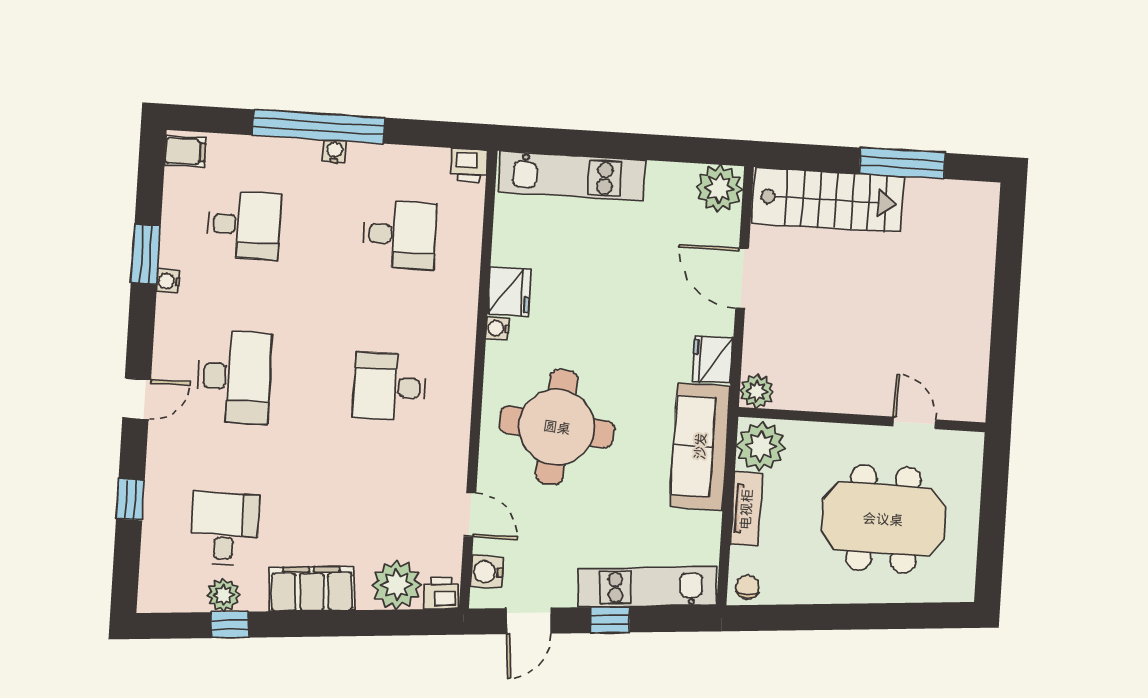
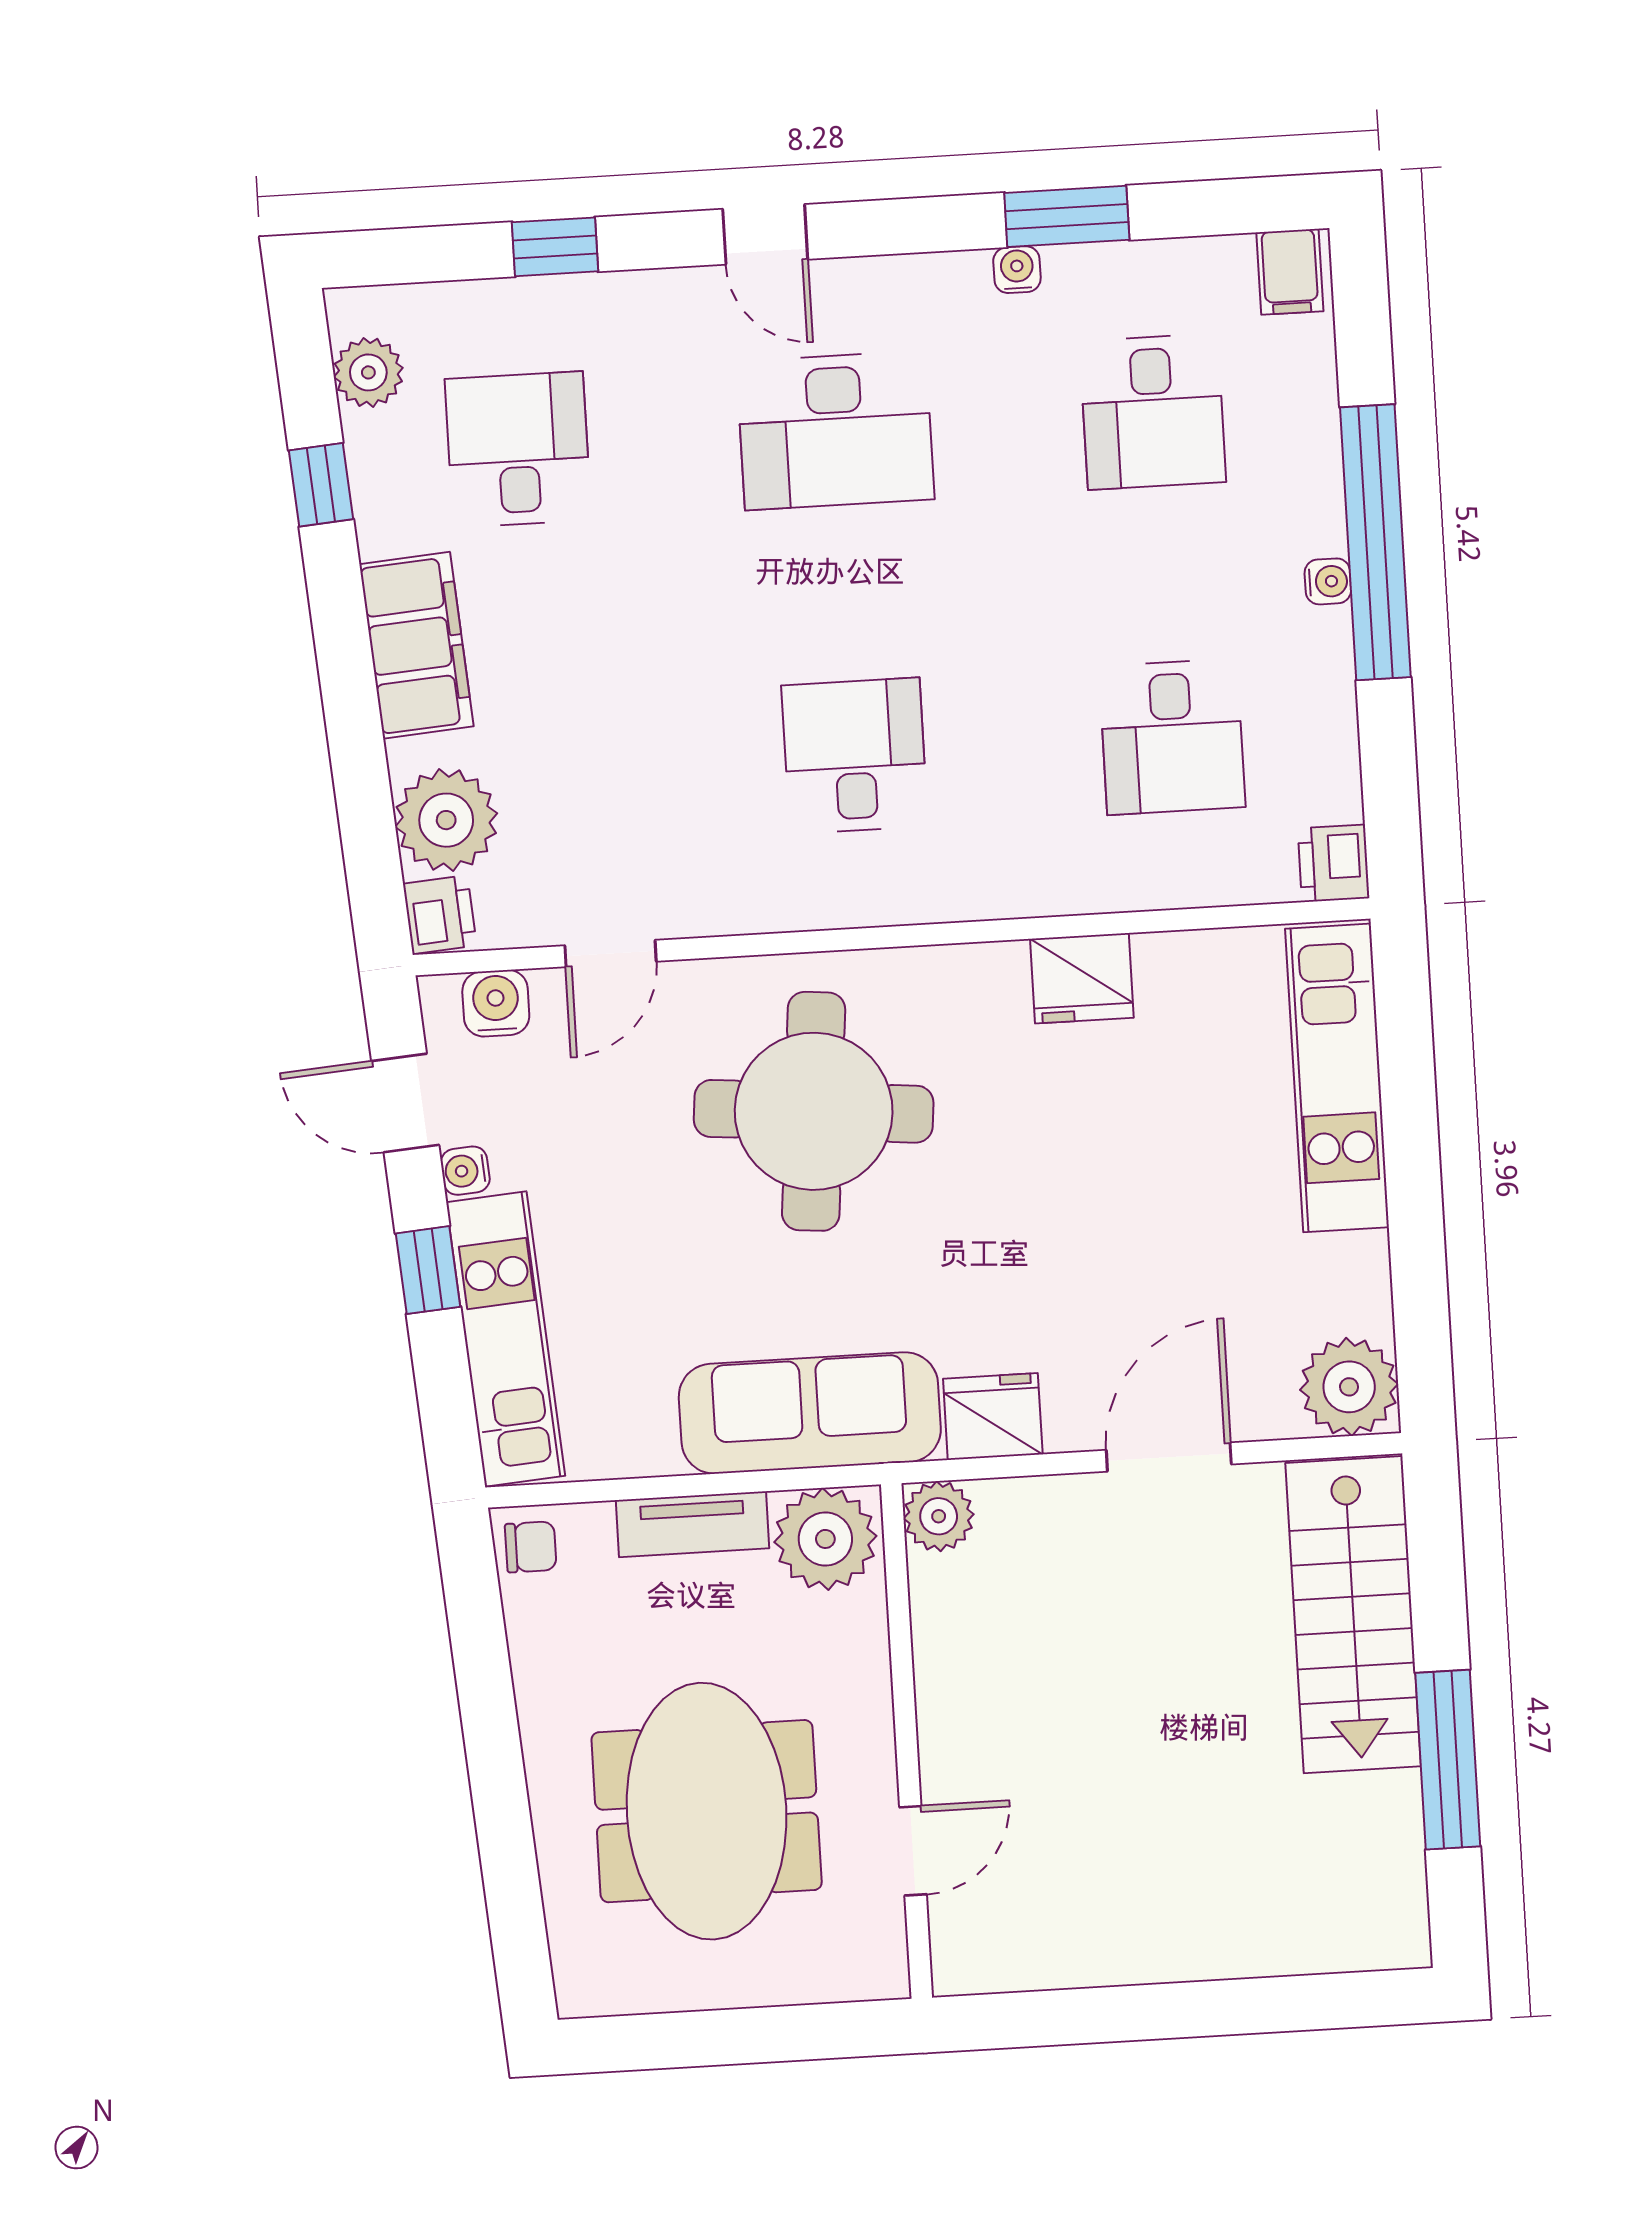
water cooler: (498, 328) -> (465, 1171), moved, turned -94
desk: (225, 529) -> (518, 449), turned -90
plant: (224, 595) -> (368, 372), moved

